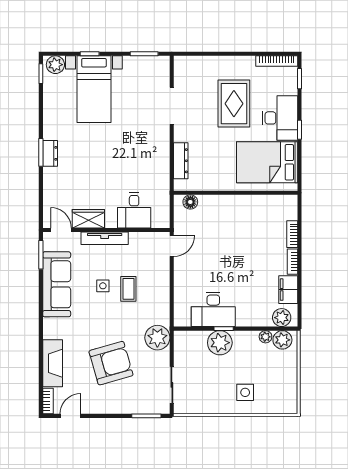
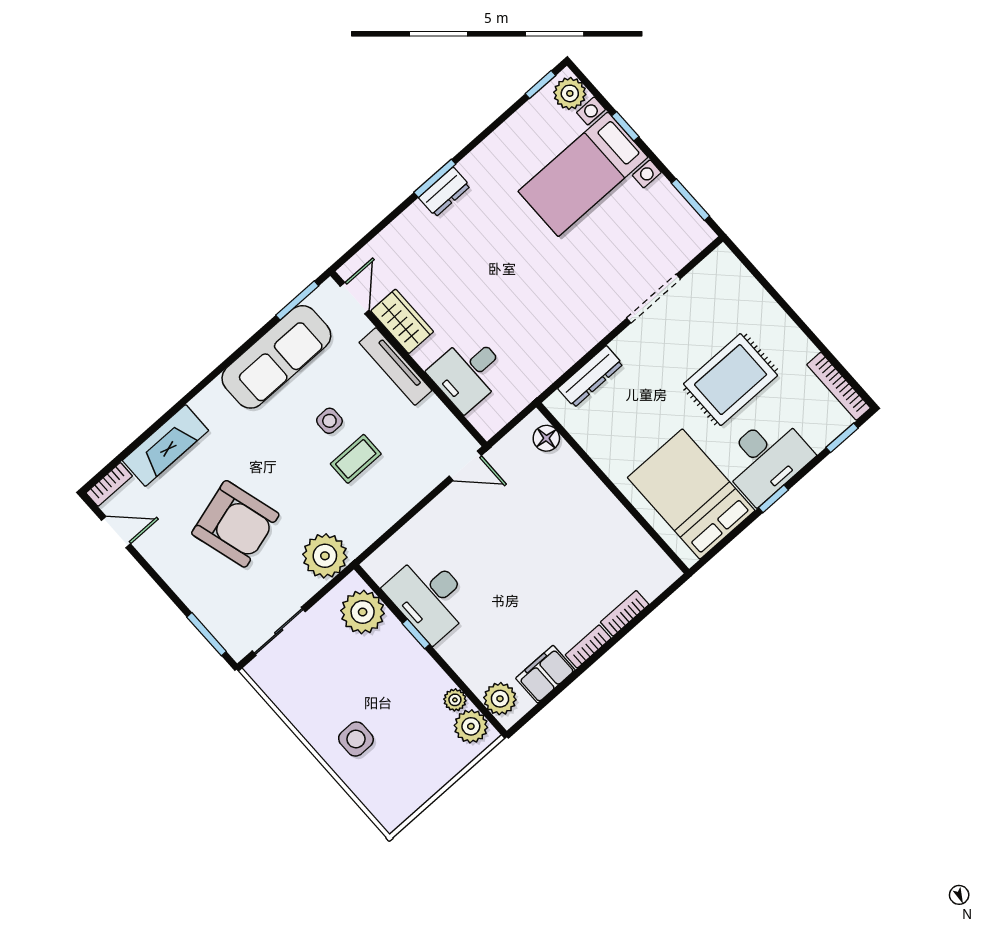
plant: (220, 343) -> (363, 612), moved

